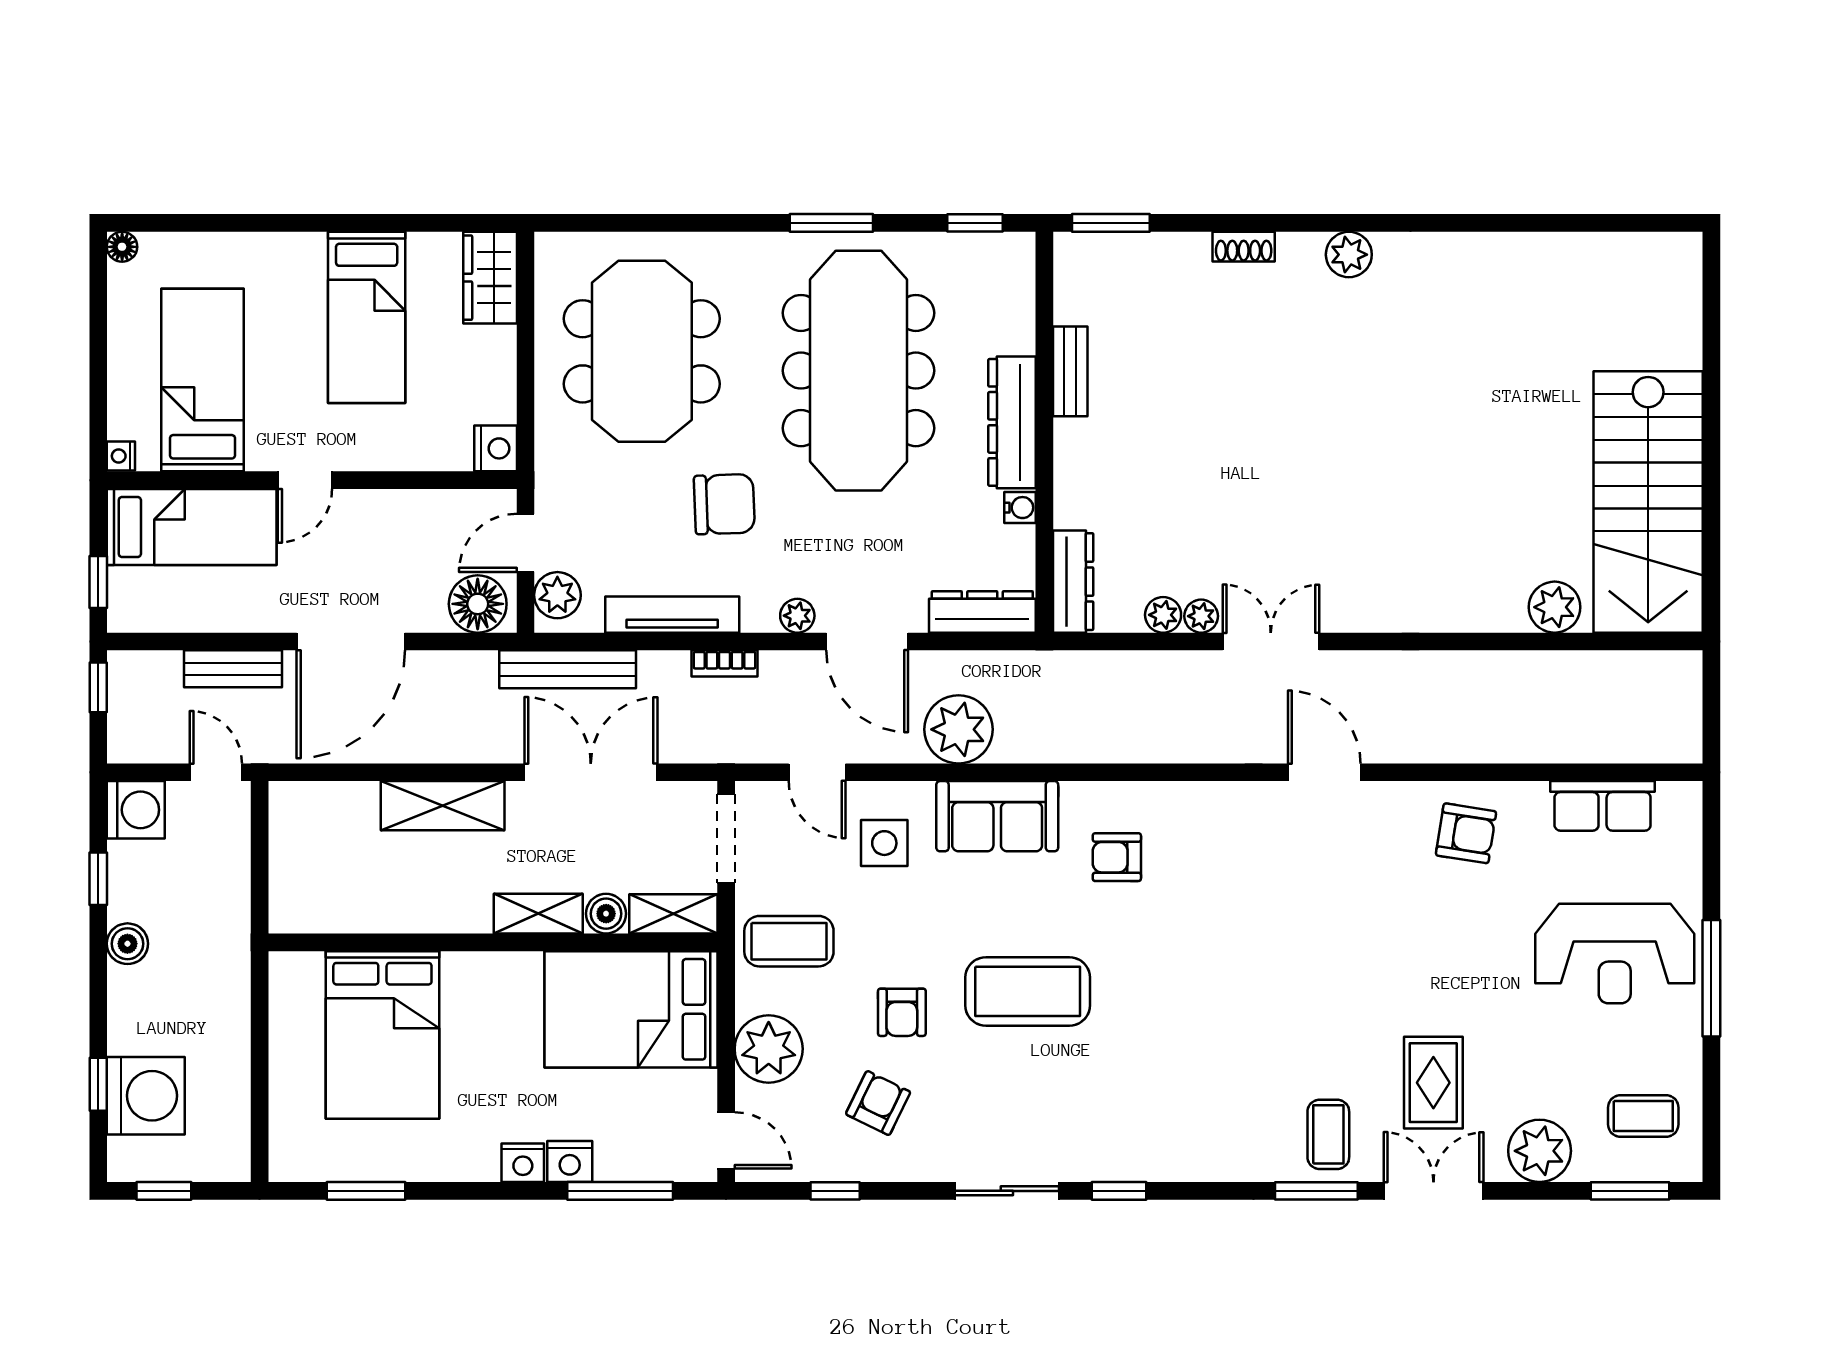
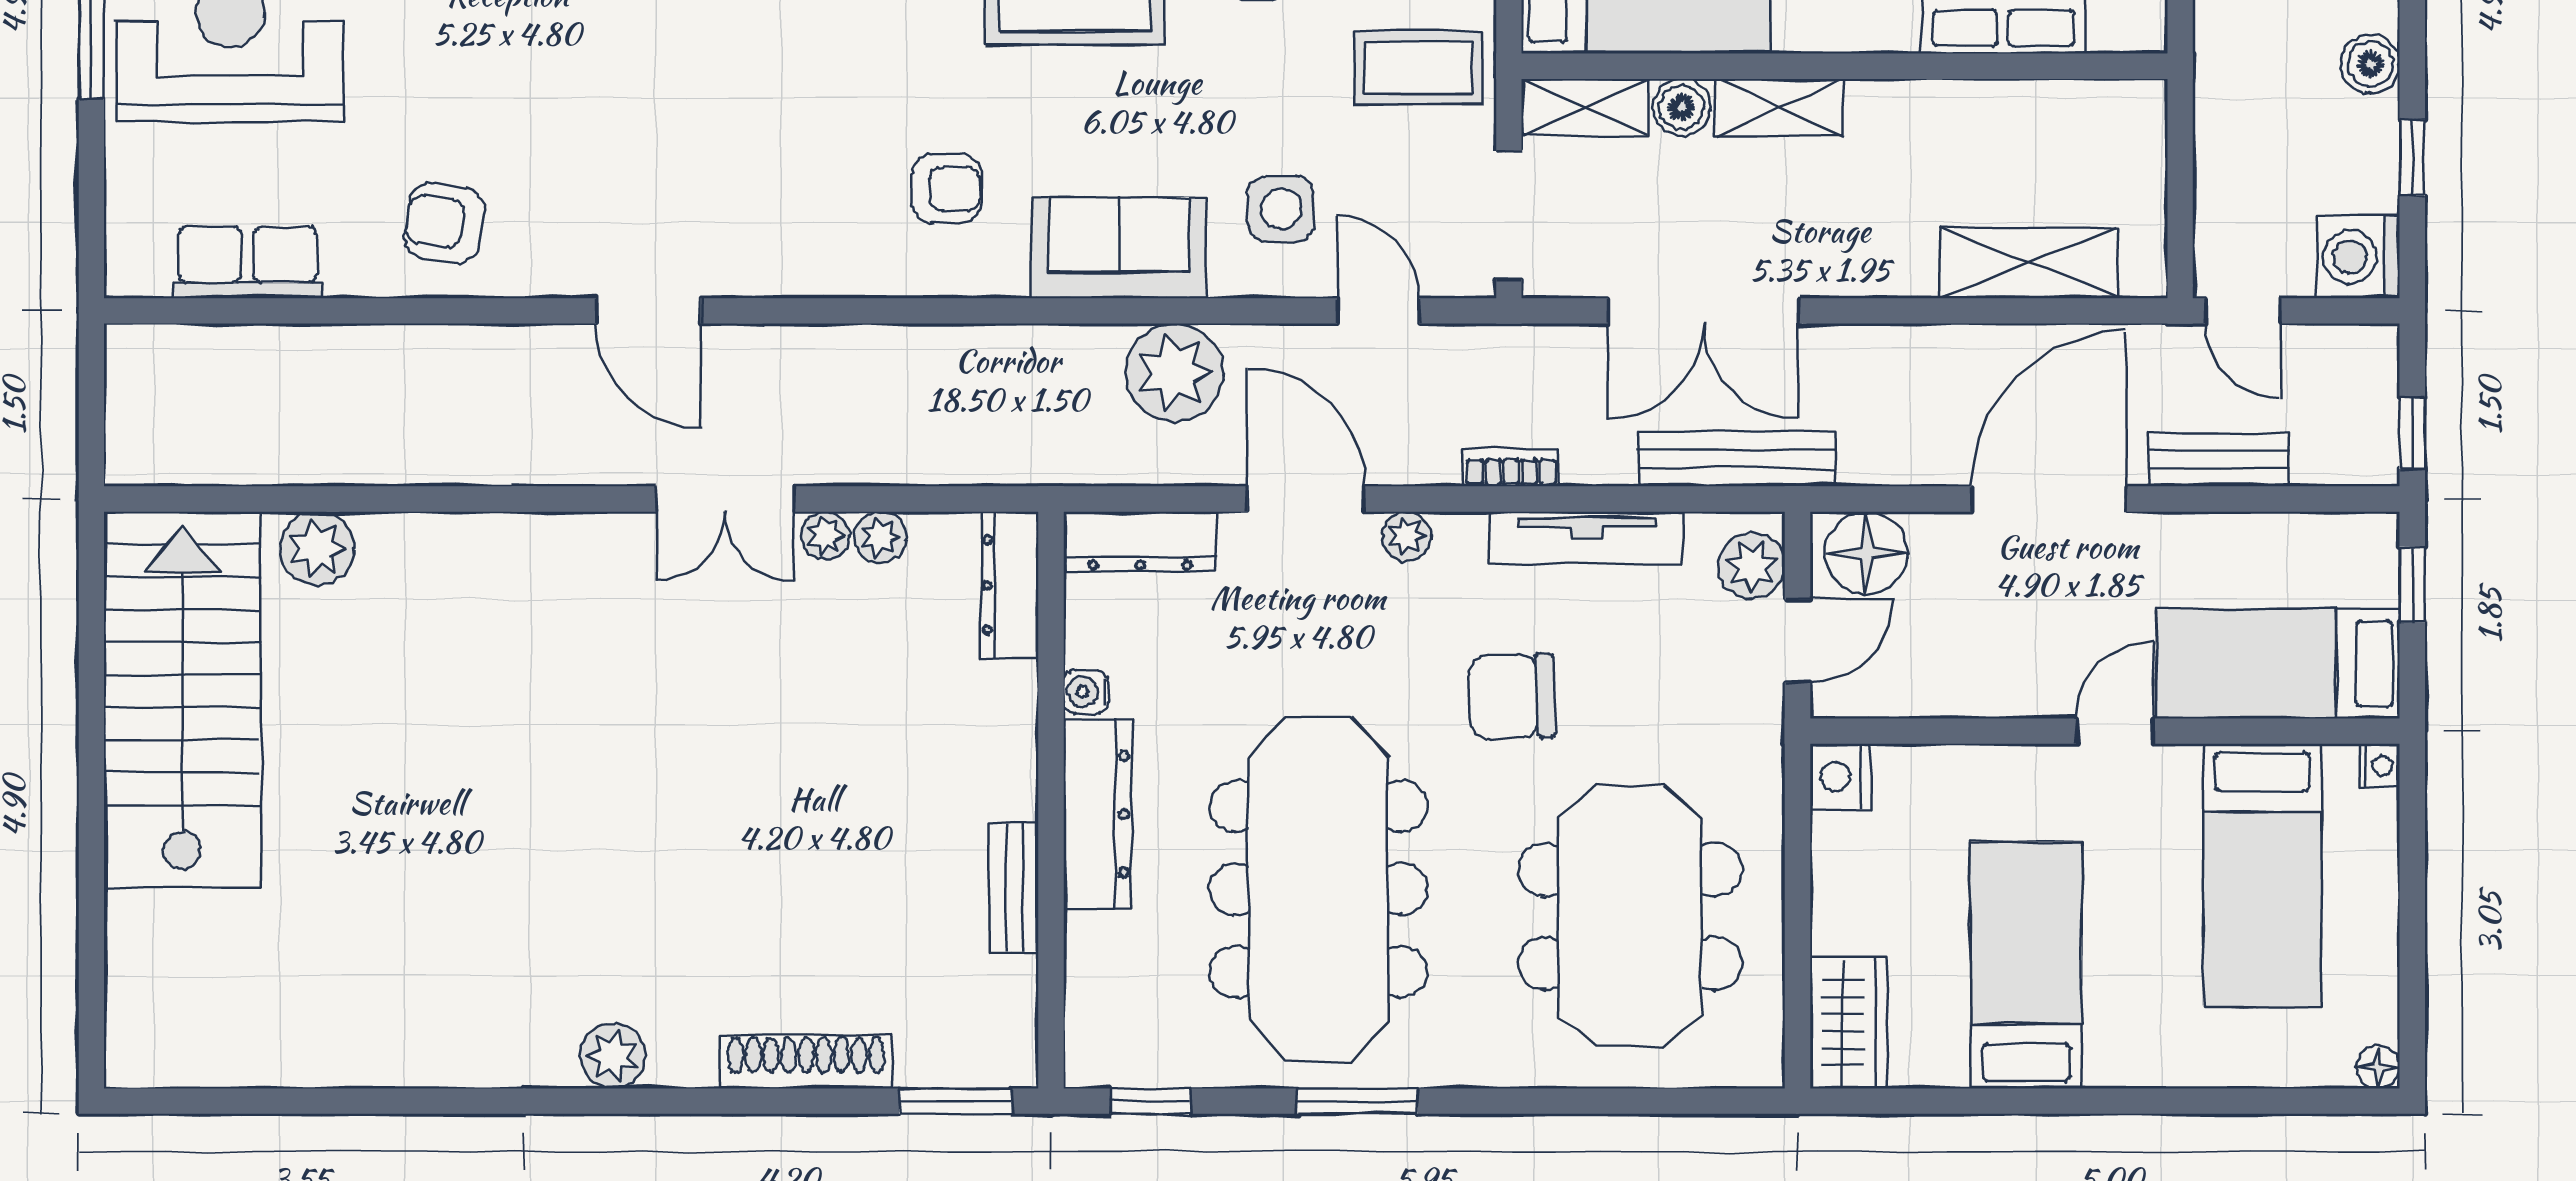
shoe rack: (1244, 247) -> (806, 1062), width x1.94, depth x1.24
shelving: (443, 806) -> (2029, 263), moved

